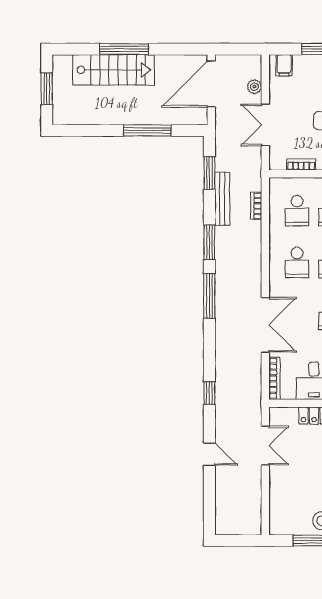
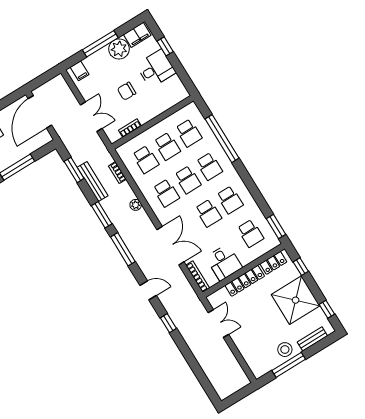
plant: (254, 87) -> (136, 205), moved
double door: (265, 125) -> (91, 117), swing flipped
window: (209, 393) -> (168, 323), moved
door: (209, 454) -> (148, 290), moved

